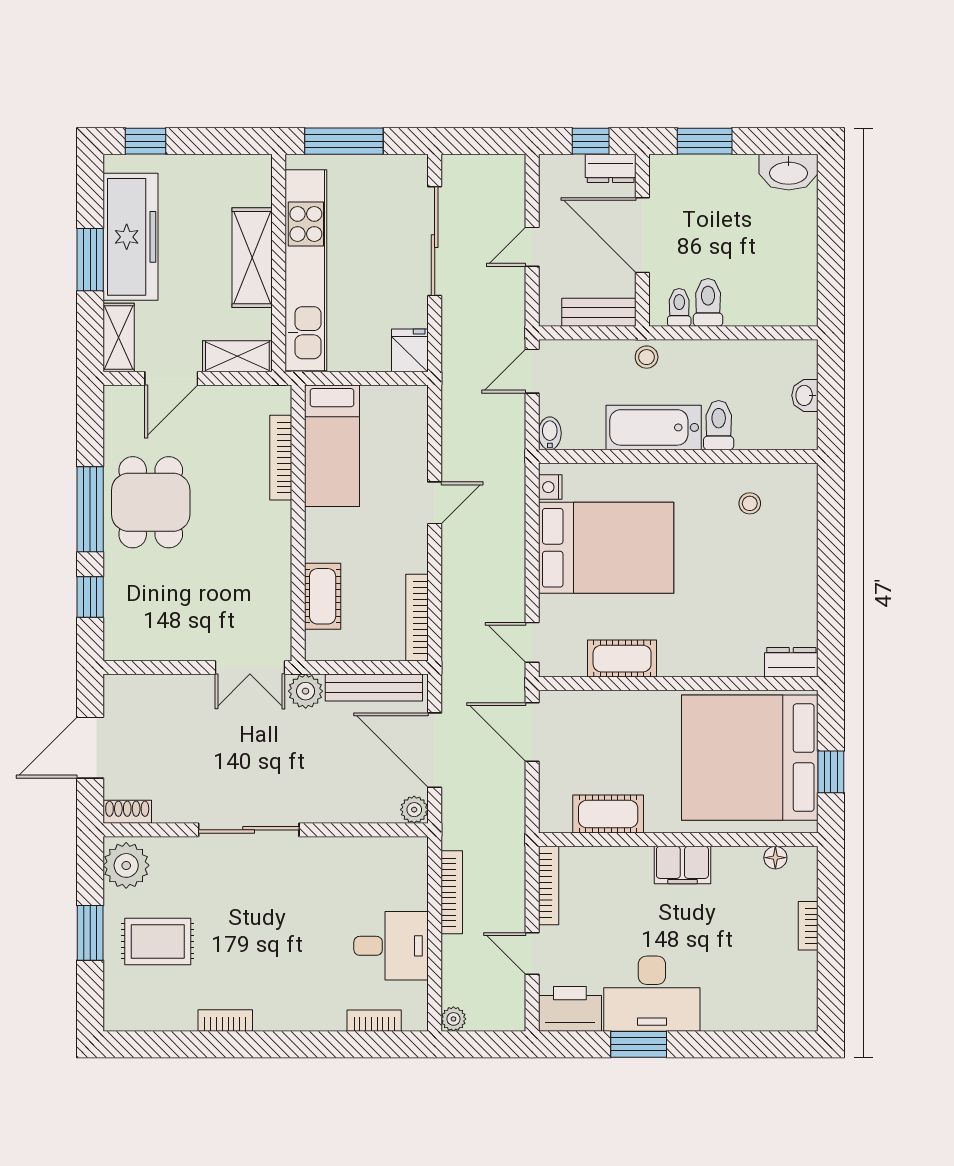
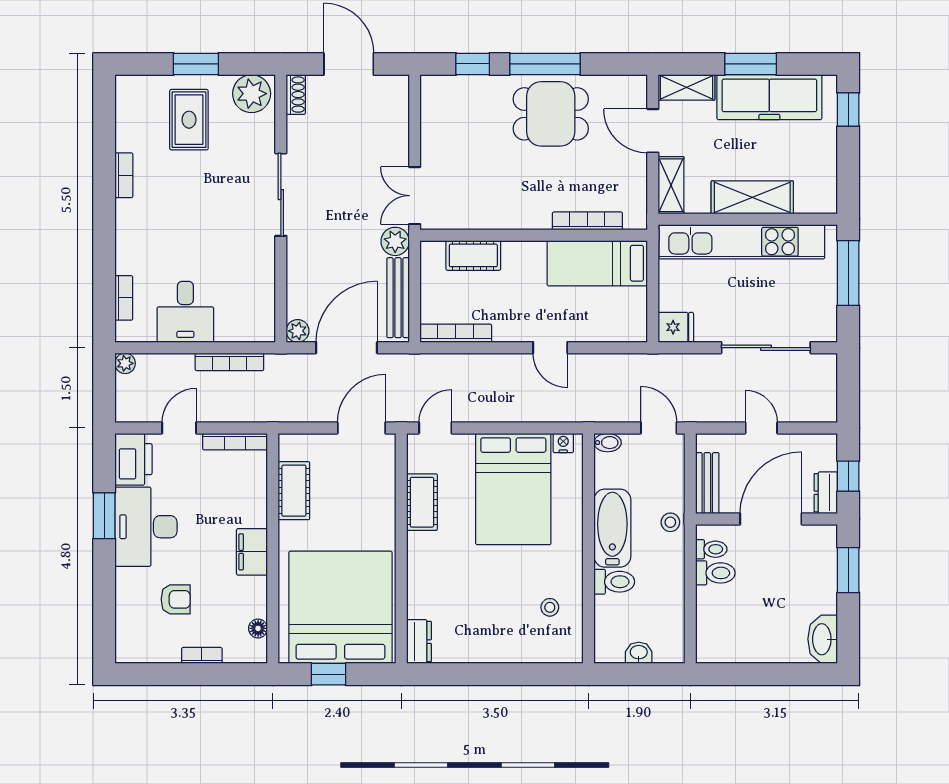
armchair: (740, 958) -> (176, 599), added

